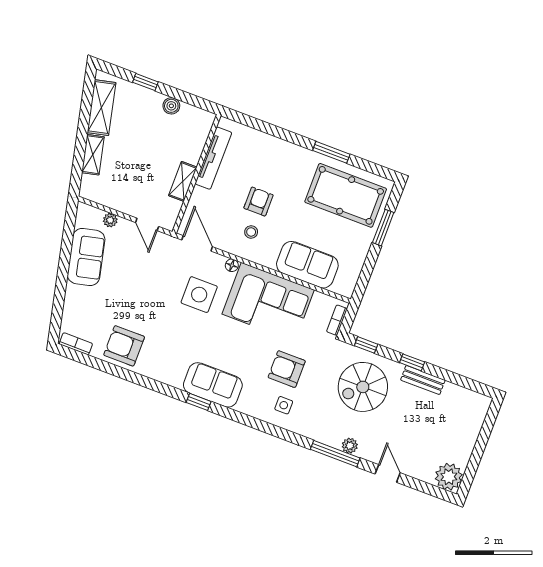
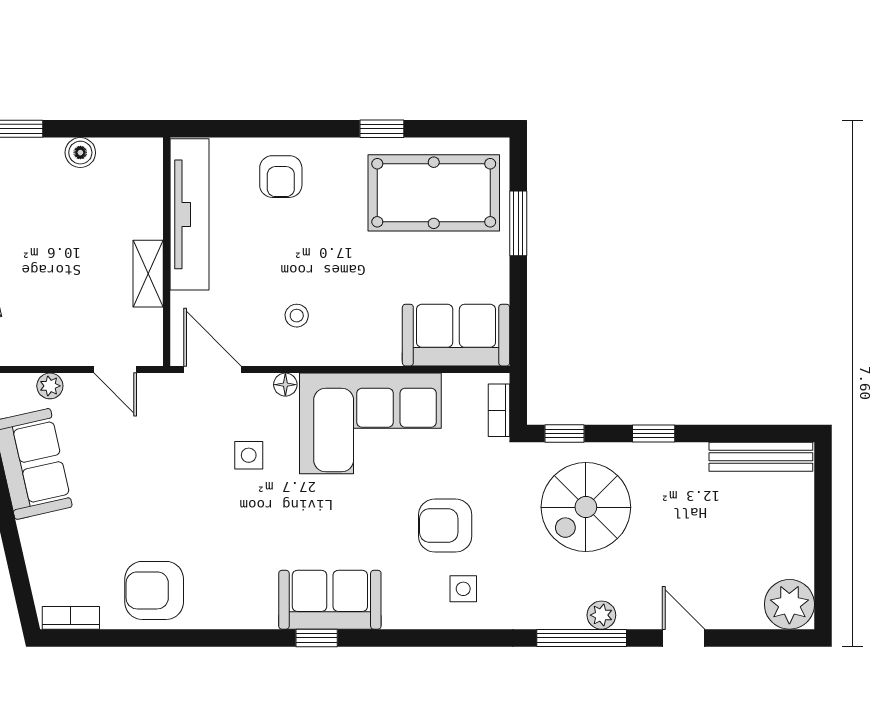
window: (331, 152) -> (382, 129), width x0.67
tv unit: (213, 158) -> (190, 214), width x1.36, depth x1.29
armchair: (258, 202) -> (281, 177), moved, turned 180
sofa: (307, 265) -> (456, 335), moved
side table: (199, 295) -> (249, 455), width x0.54, depth x0.54
bench: (423, 380) -> (761, 457), moved, width x1.36

